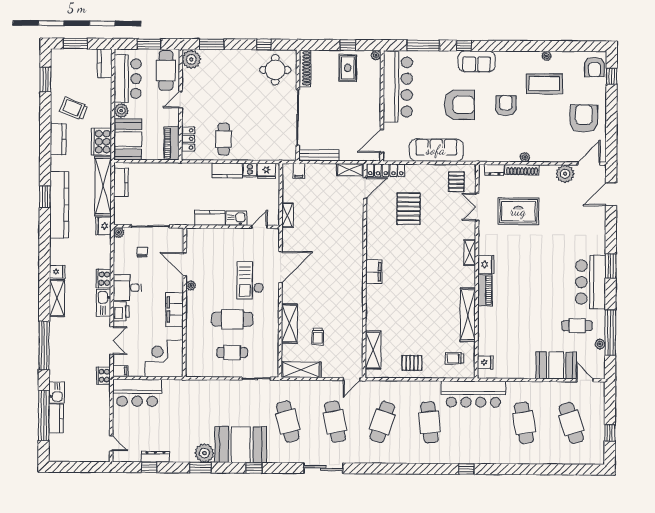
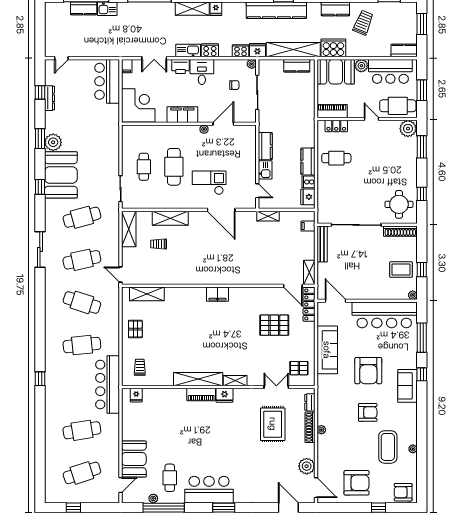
window: (612, 76) -> (378, 508), moved
shelving: (468, 315) -> (198, 379), moved
cooker: (103, 376) -> (241, 51), moved

